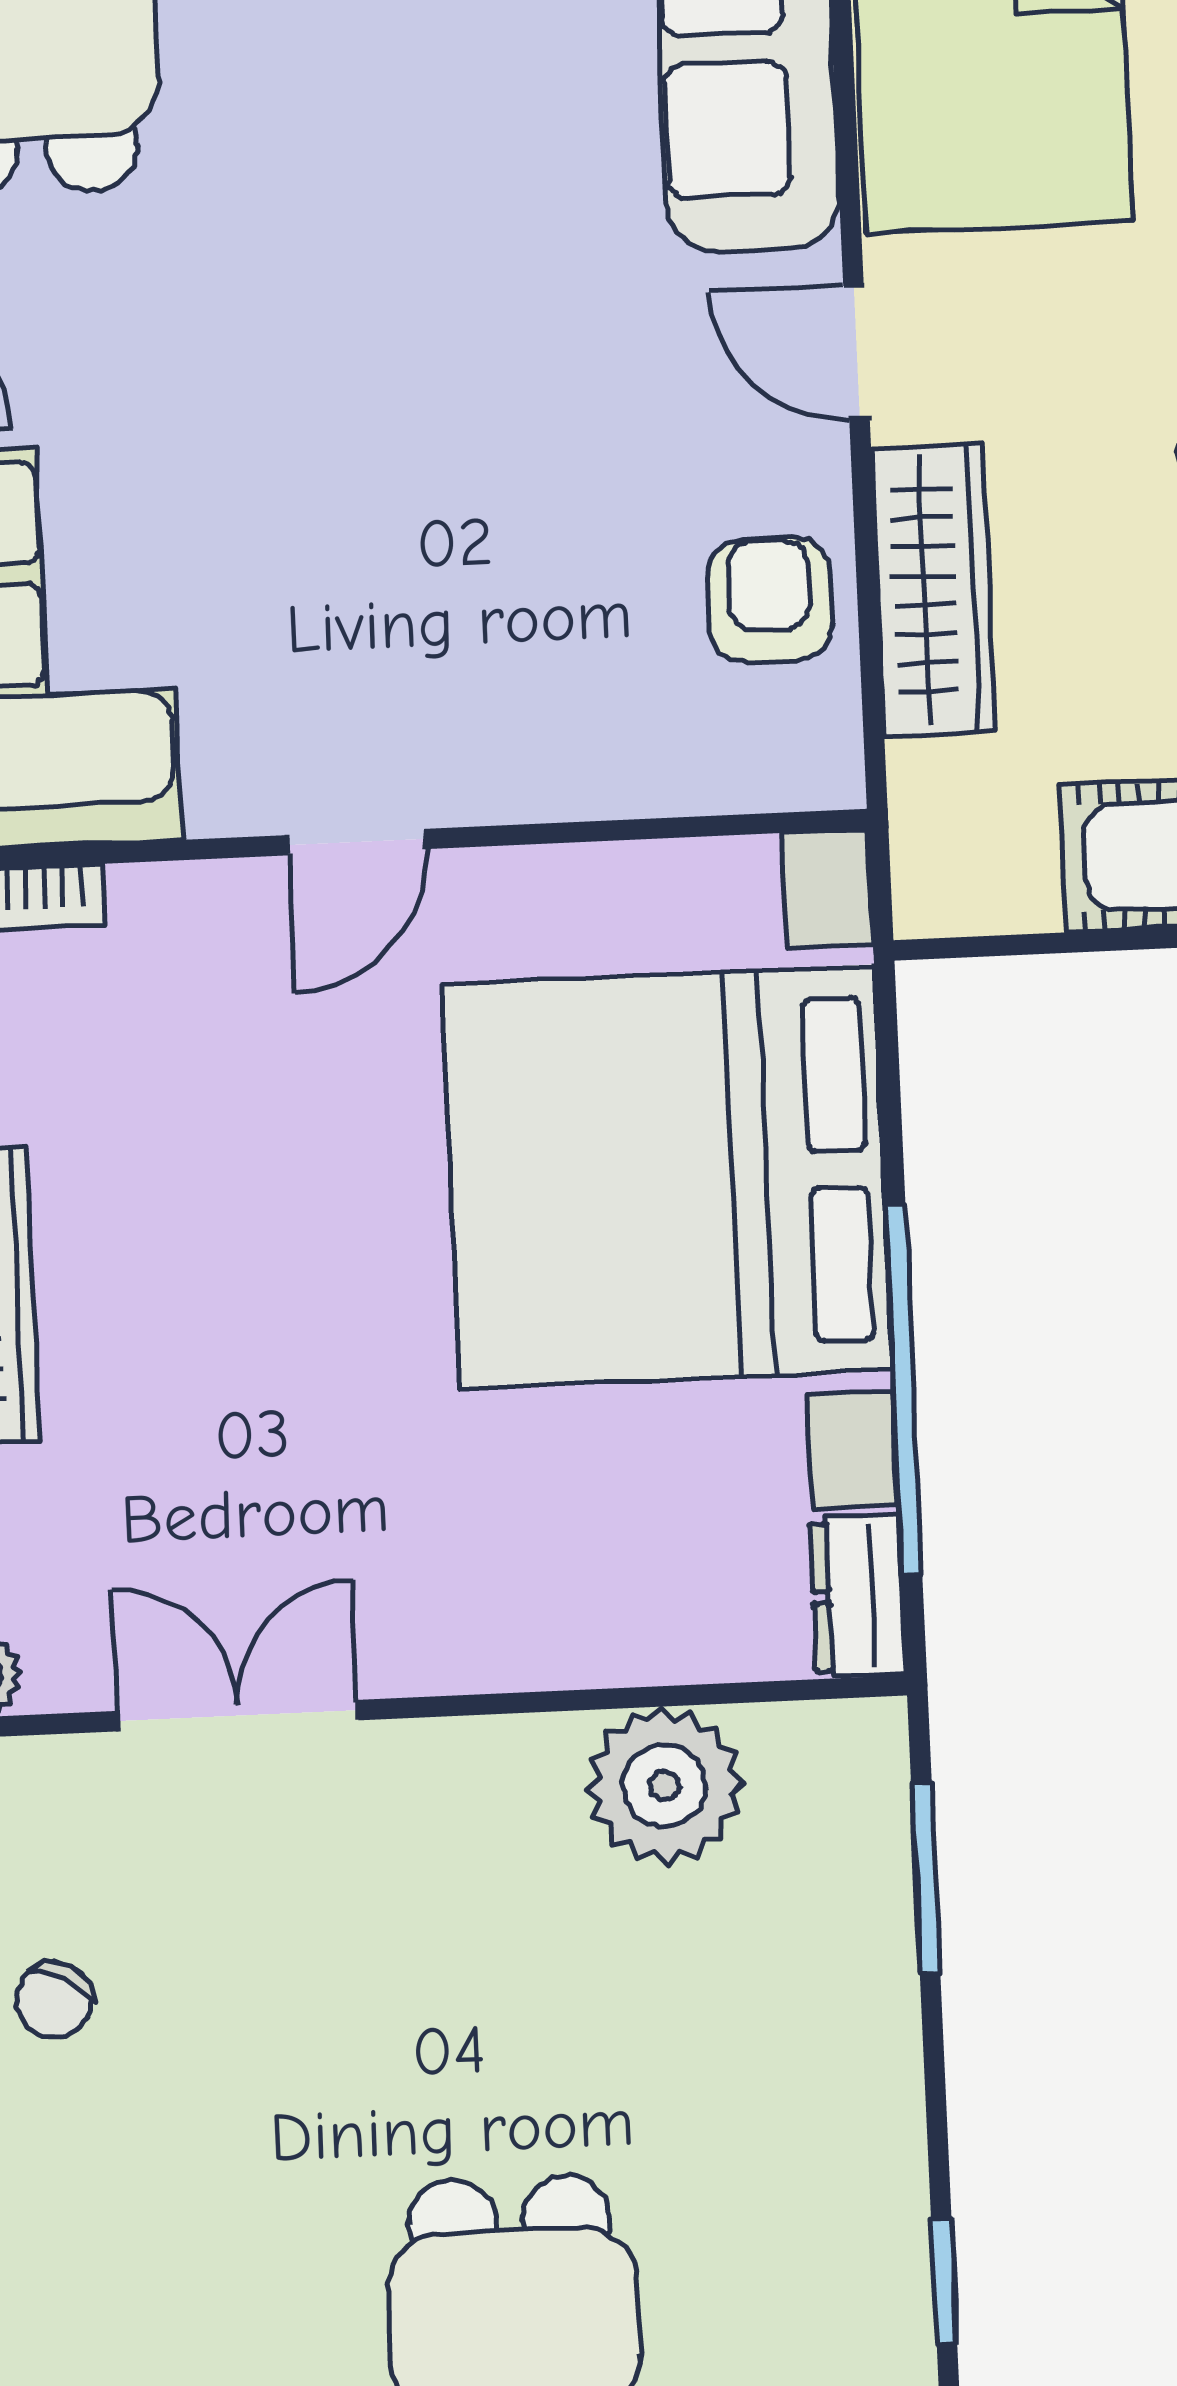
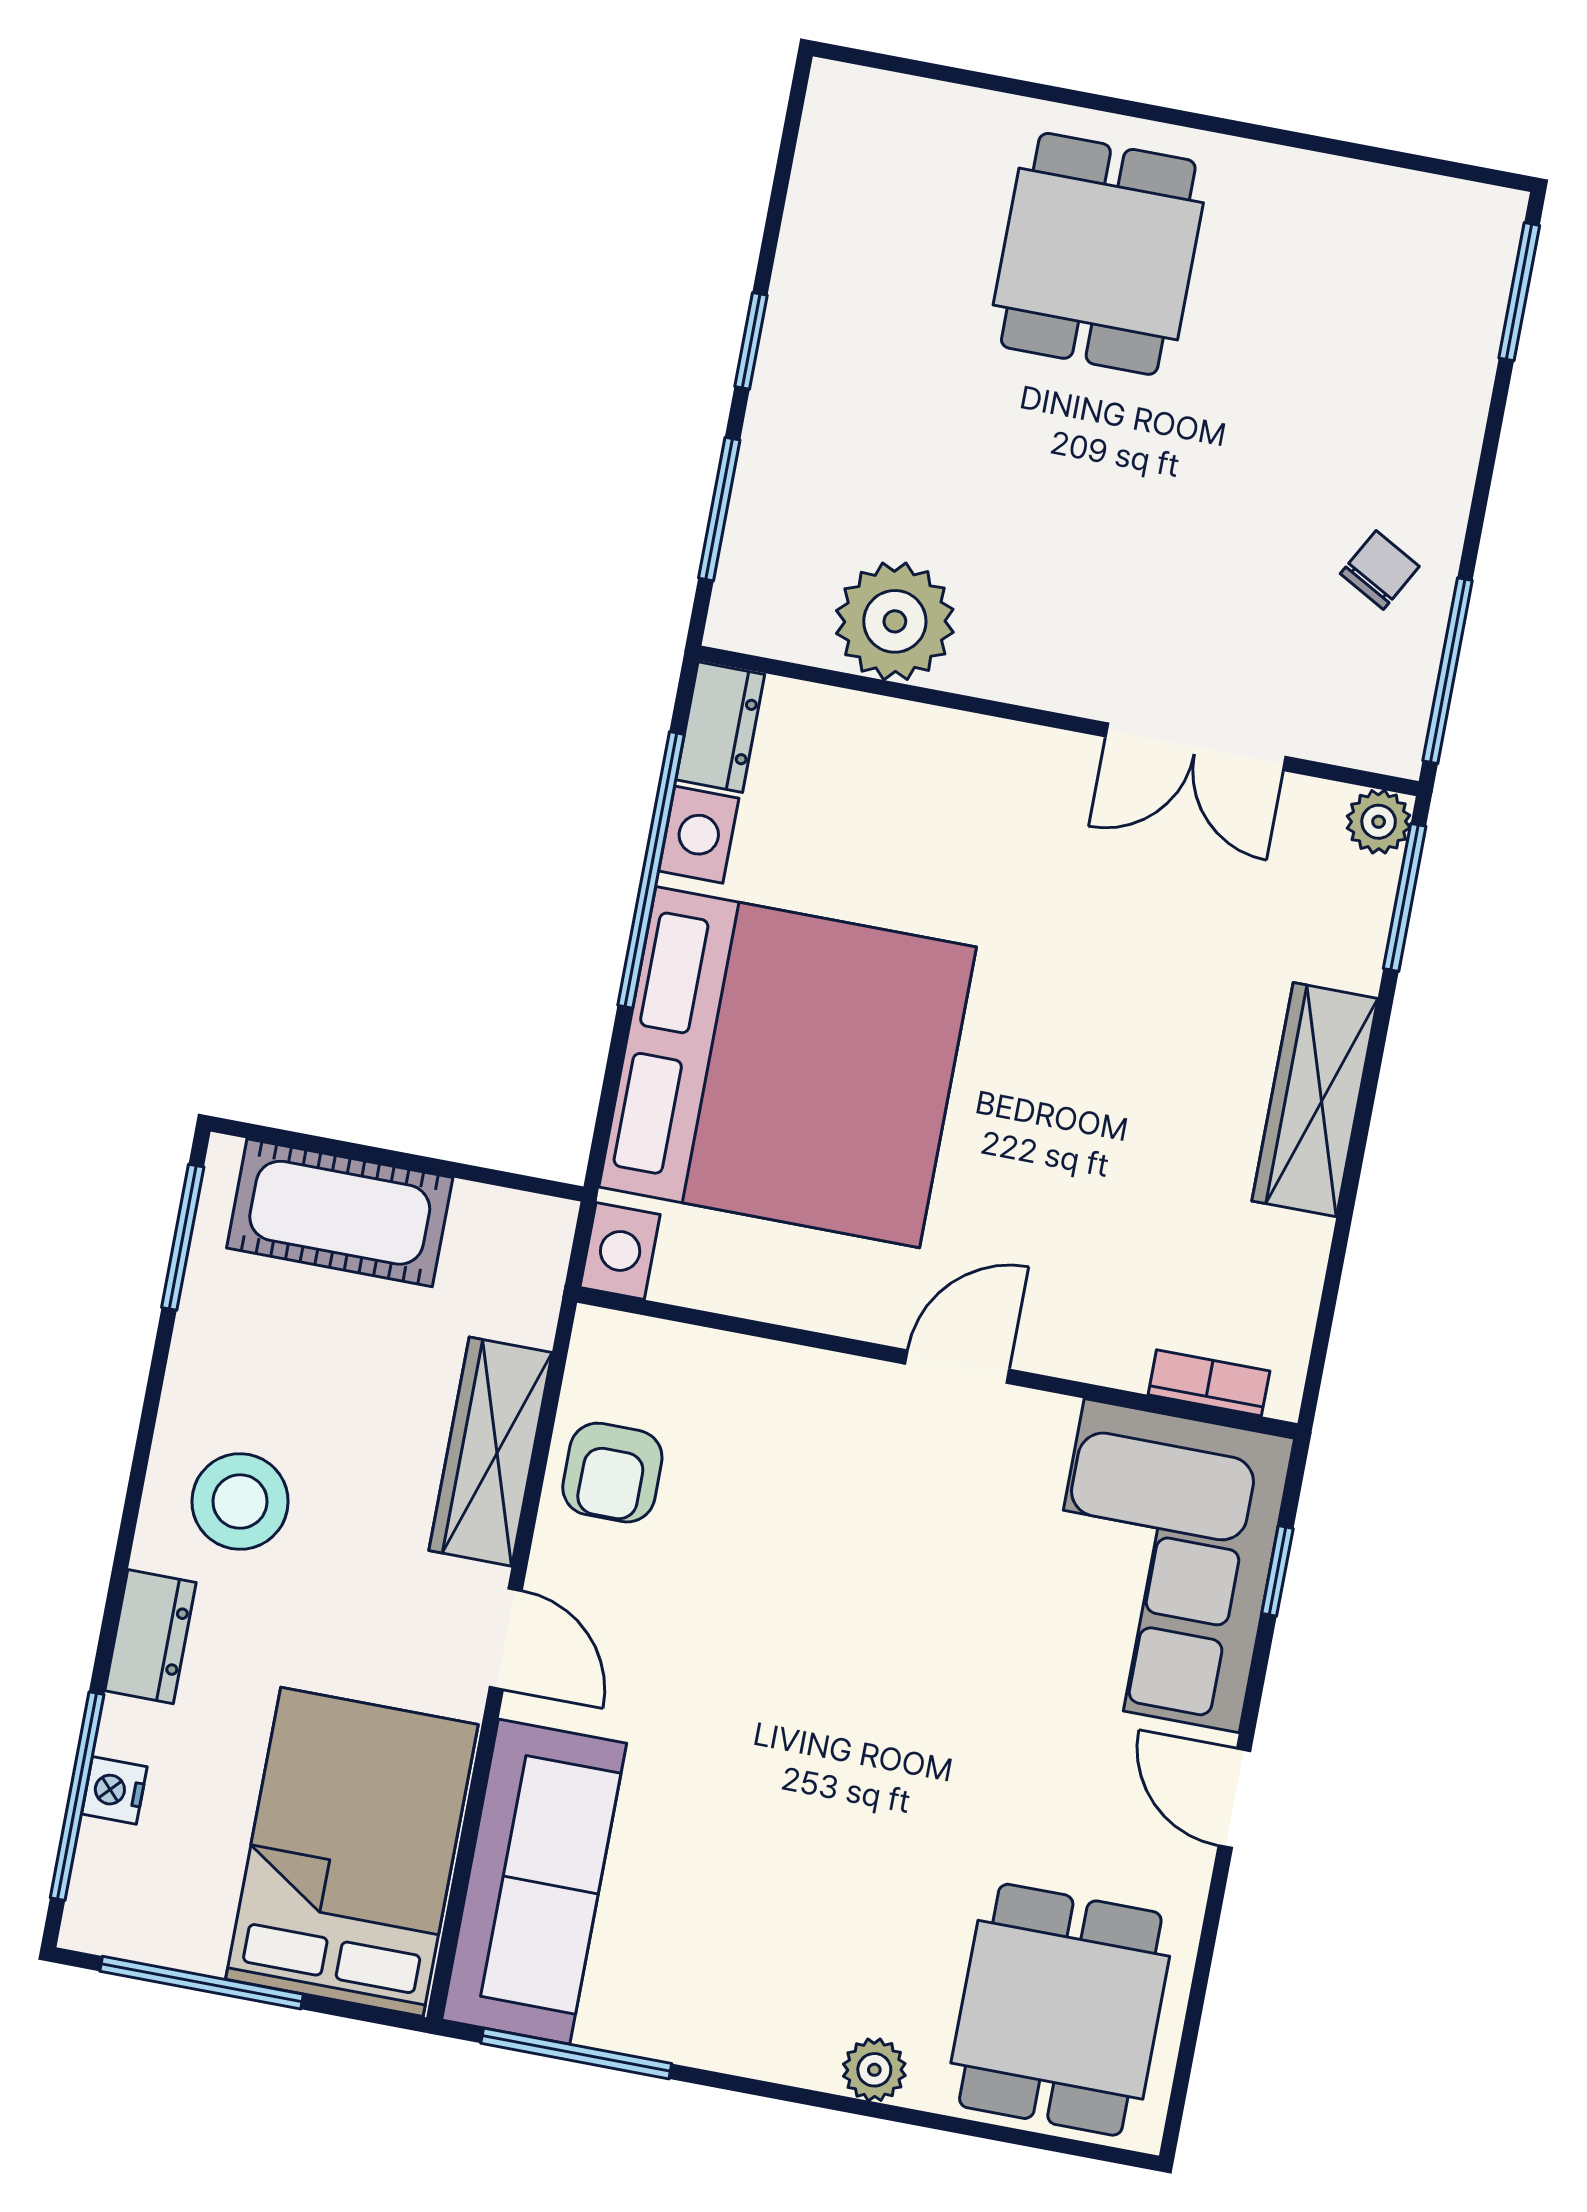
window: (944, 2282) -> (751, 341), moved

